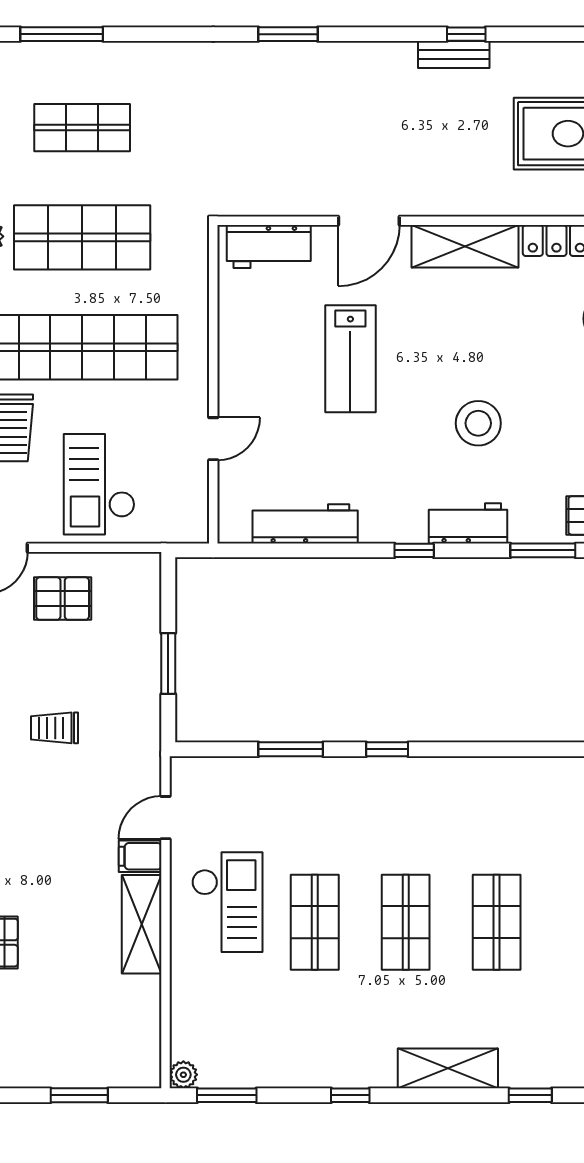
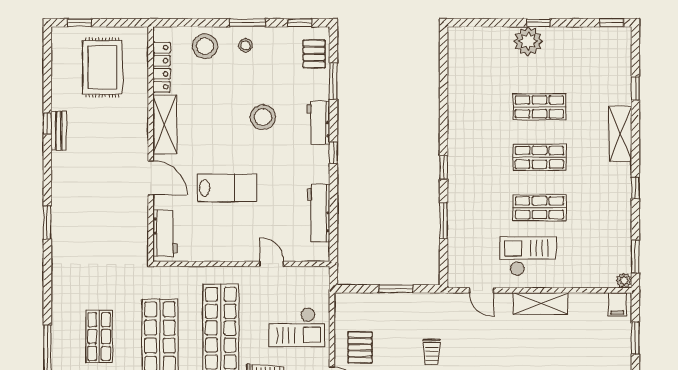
filing cabinet: (140, 856) -> (617, 304), moved

